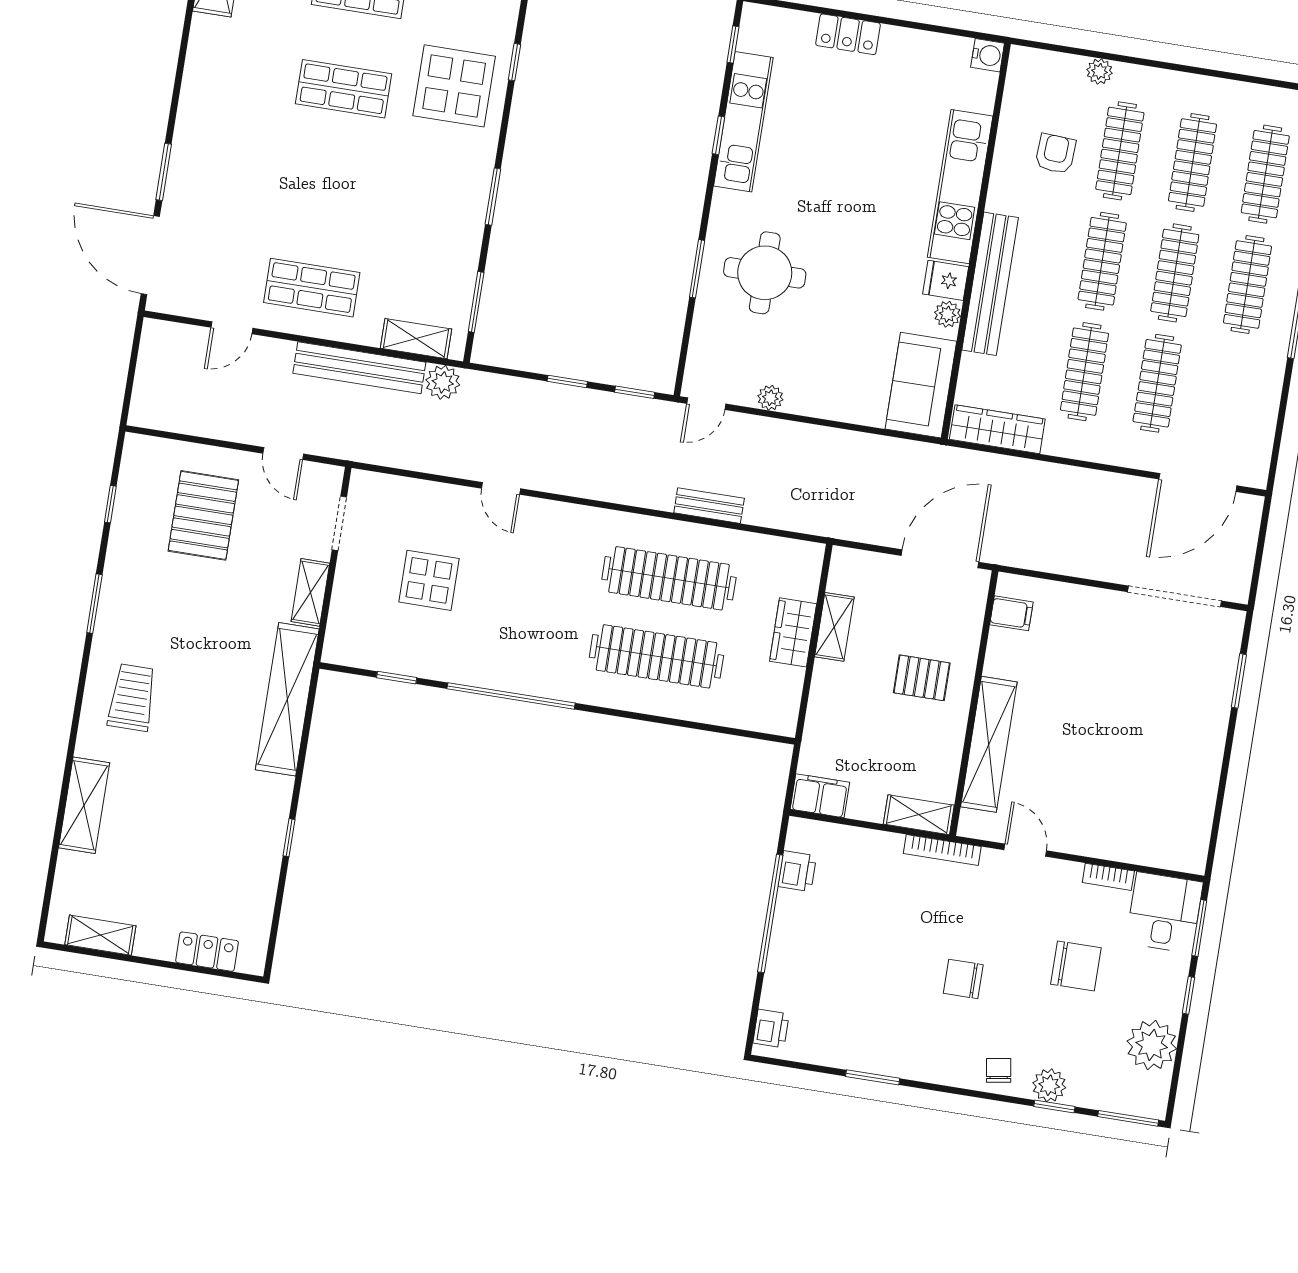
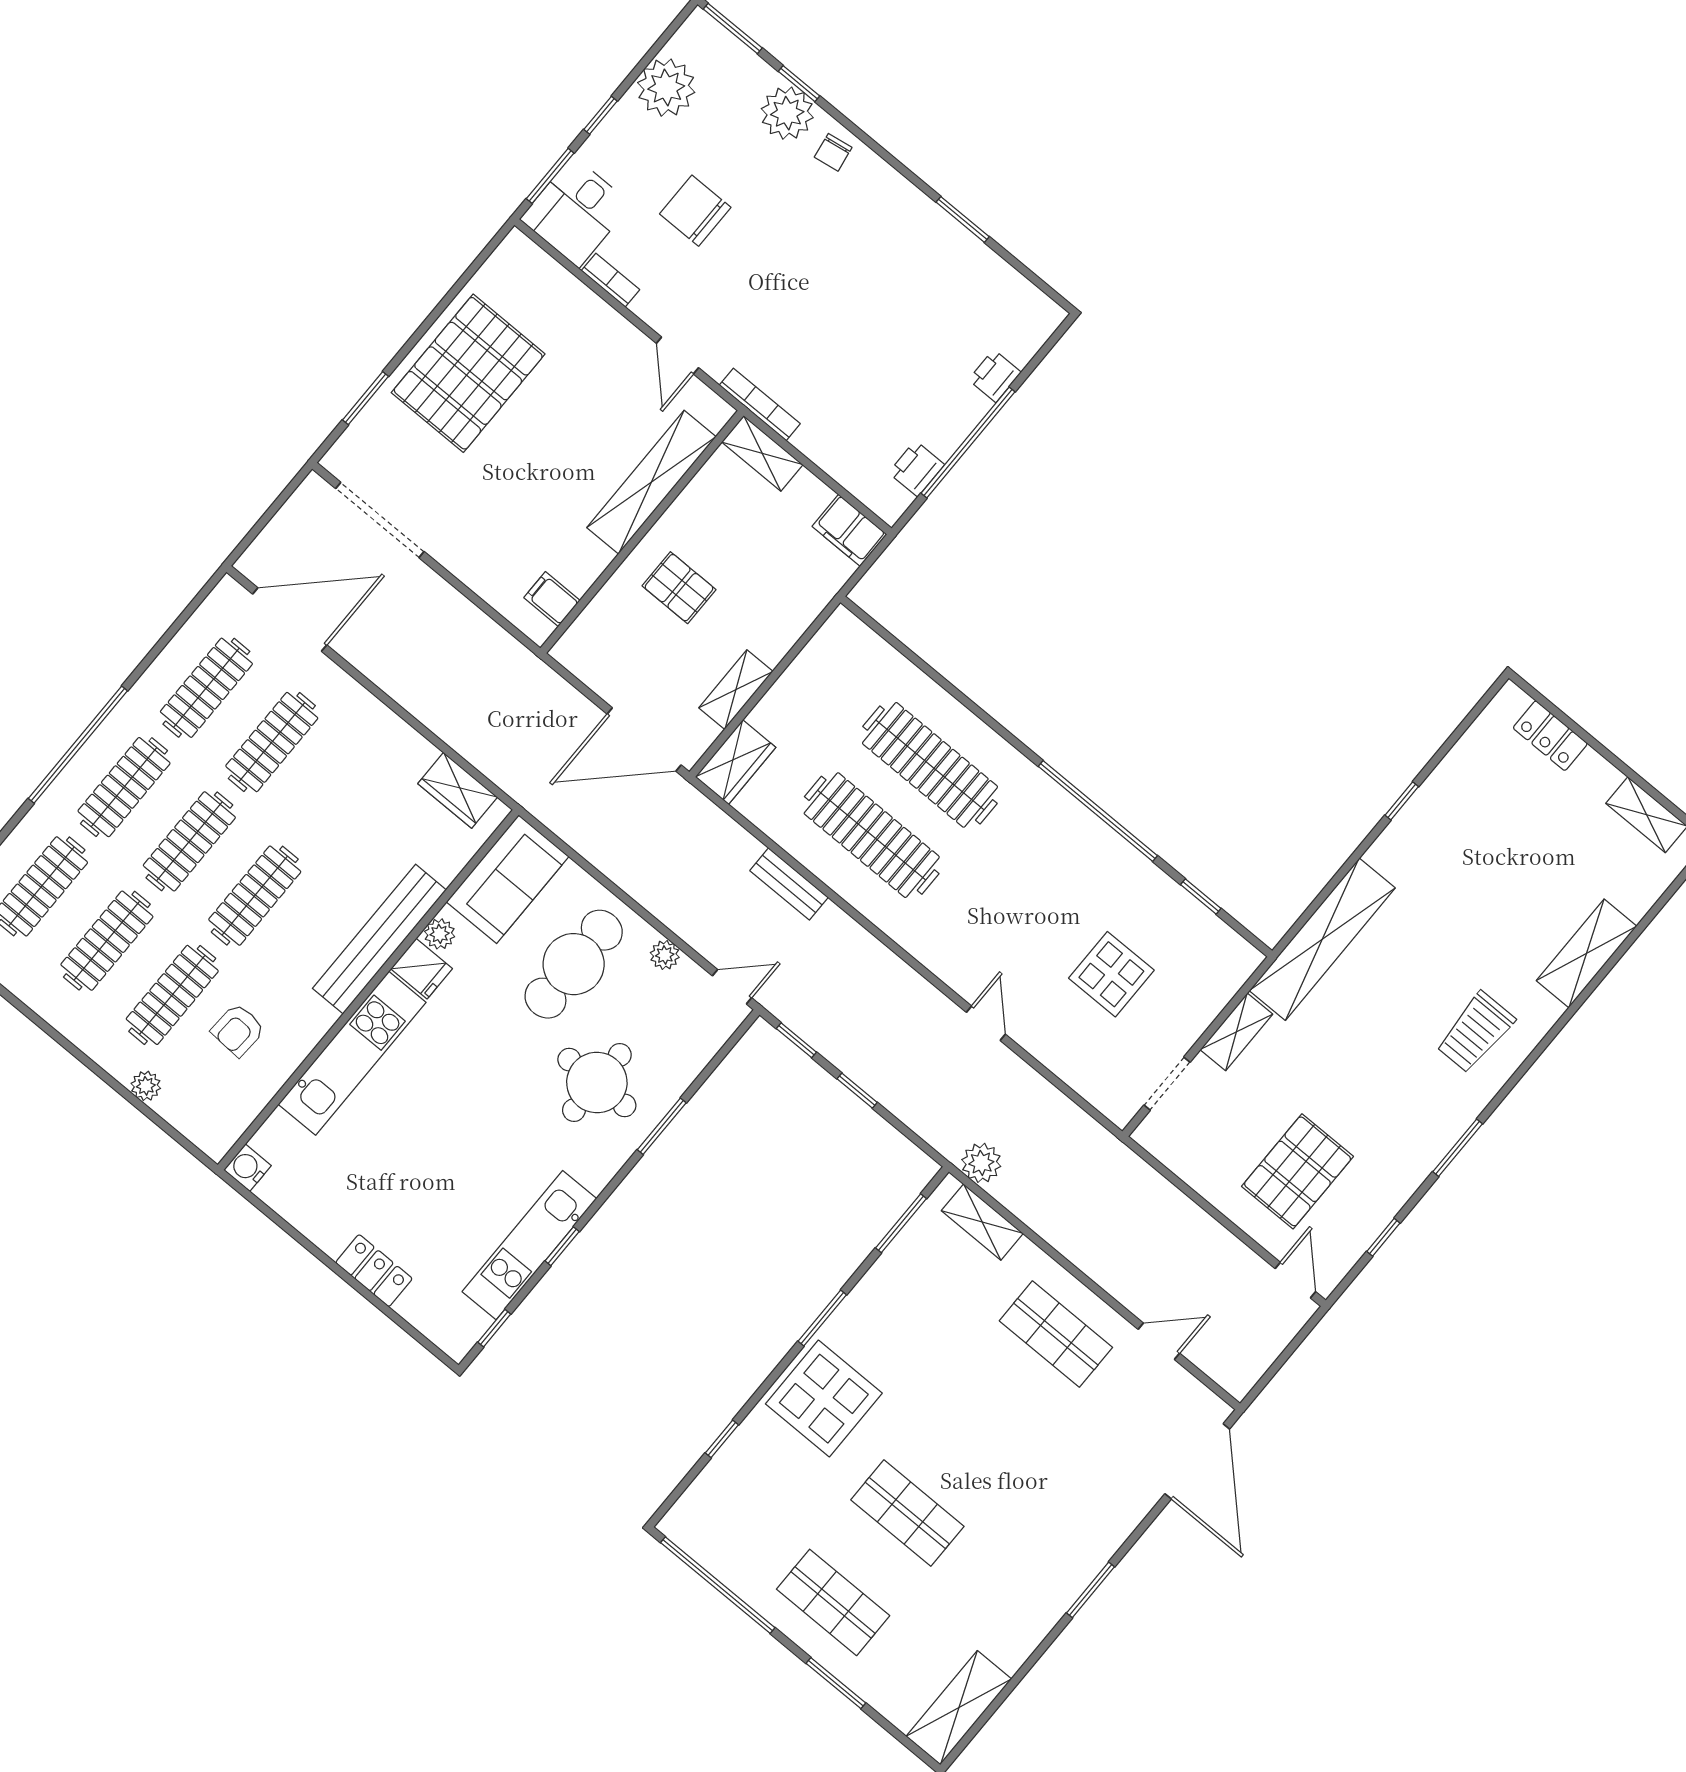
display table: (454, 86) -> (824, 1399), moved
window: (164, 172) -> (1090, 1590), moved
cafe table: (834, 351) -> (574, 964), added
bench: (359, 368) -> (1056, 1226), removed
clothes rail: (1084, 372) -> (206, 688), moved
wardrobe: (997, 429) -> (458, 790), width x0.67
door: (283, 454) -> (1295, 1280), moved
door: (940, 559) -> (644, 739), moved
wardrobe: (793, 632) -> (736, 762), moved
pallet: (1173, 745) -> (468, 373), added
chair: (963, 979) -> (815, 264), removed
printer: (771, 1029) -> (995, 376), moved
plant: (1049, 1085) -> (787, 113), width x1.36, depth x1.36

